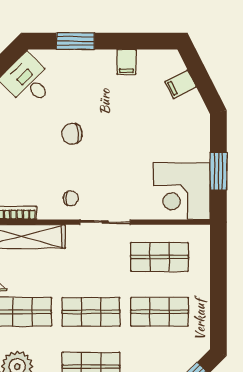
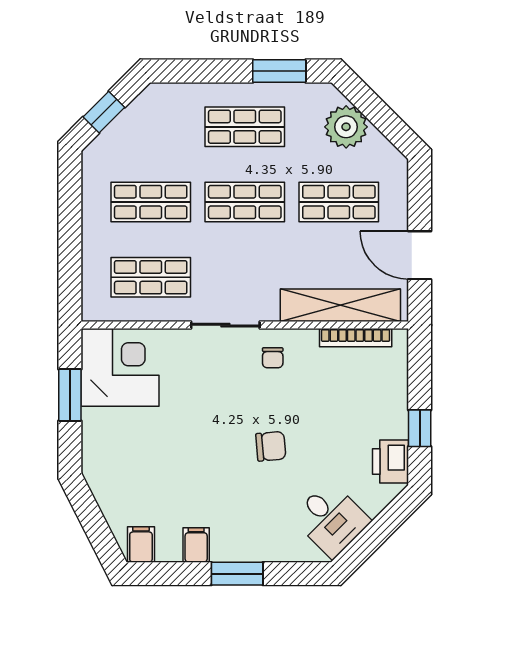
window: (75, 41) -> (237, 574), moved
filing cabinet: (180, 84) -> (141, 545), moved, turned -63
chair: (71, 198) -> (273, 358), turned -90

